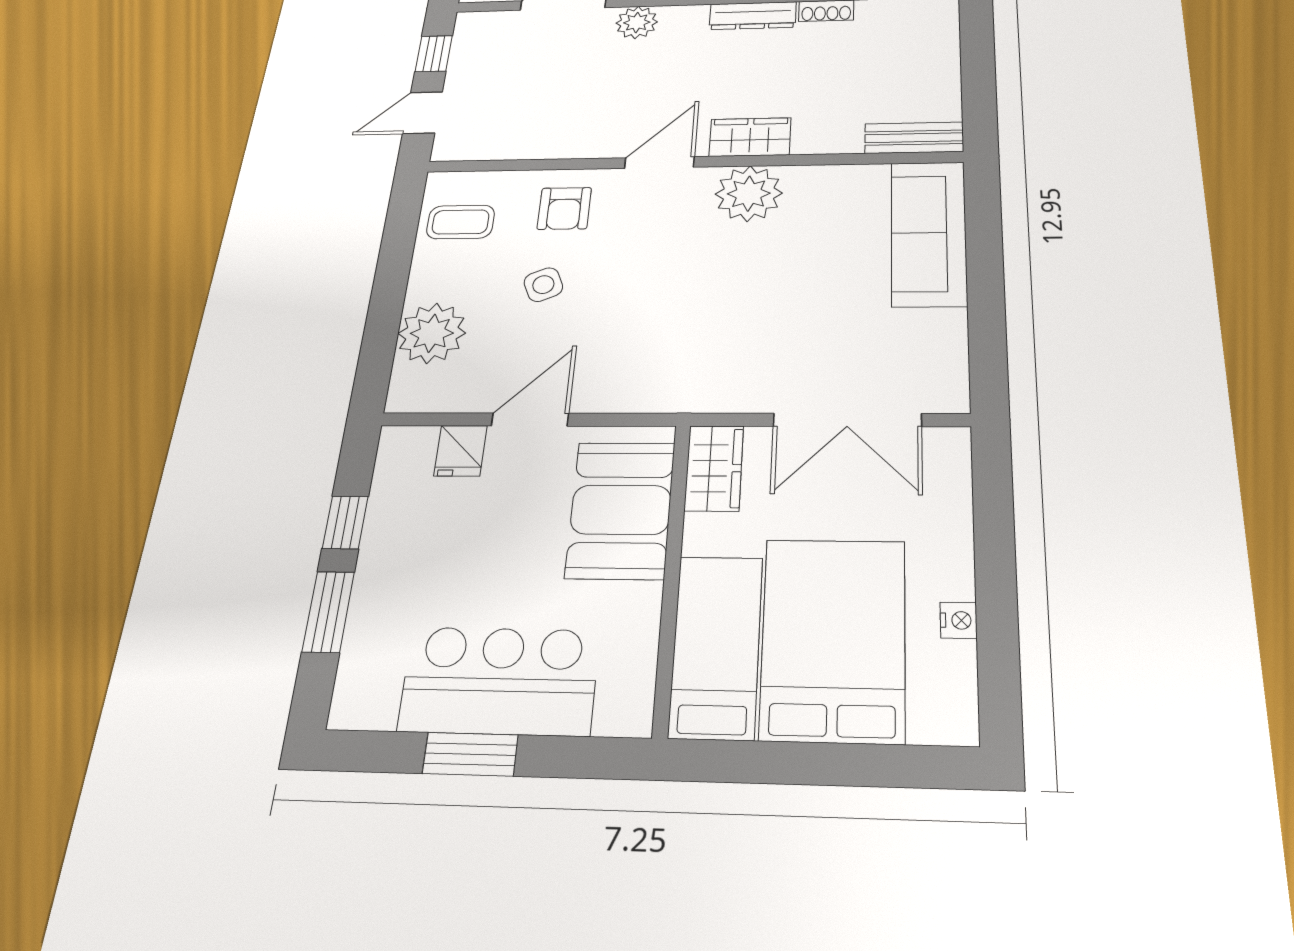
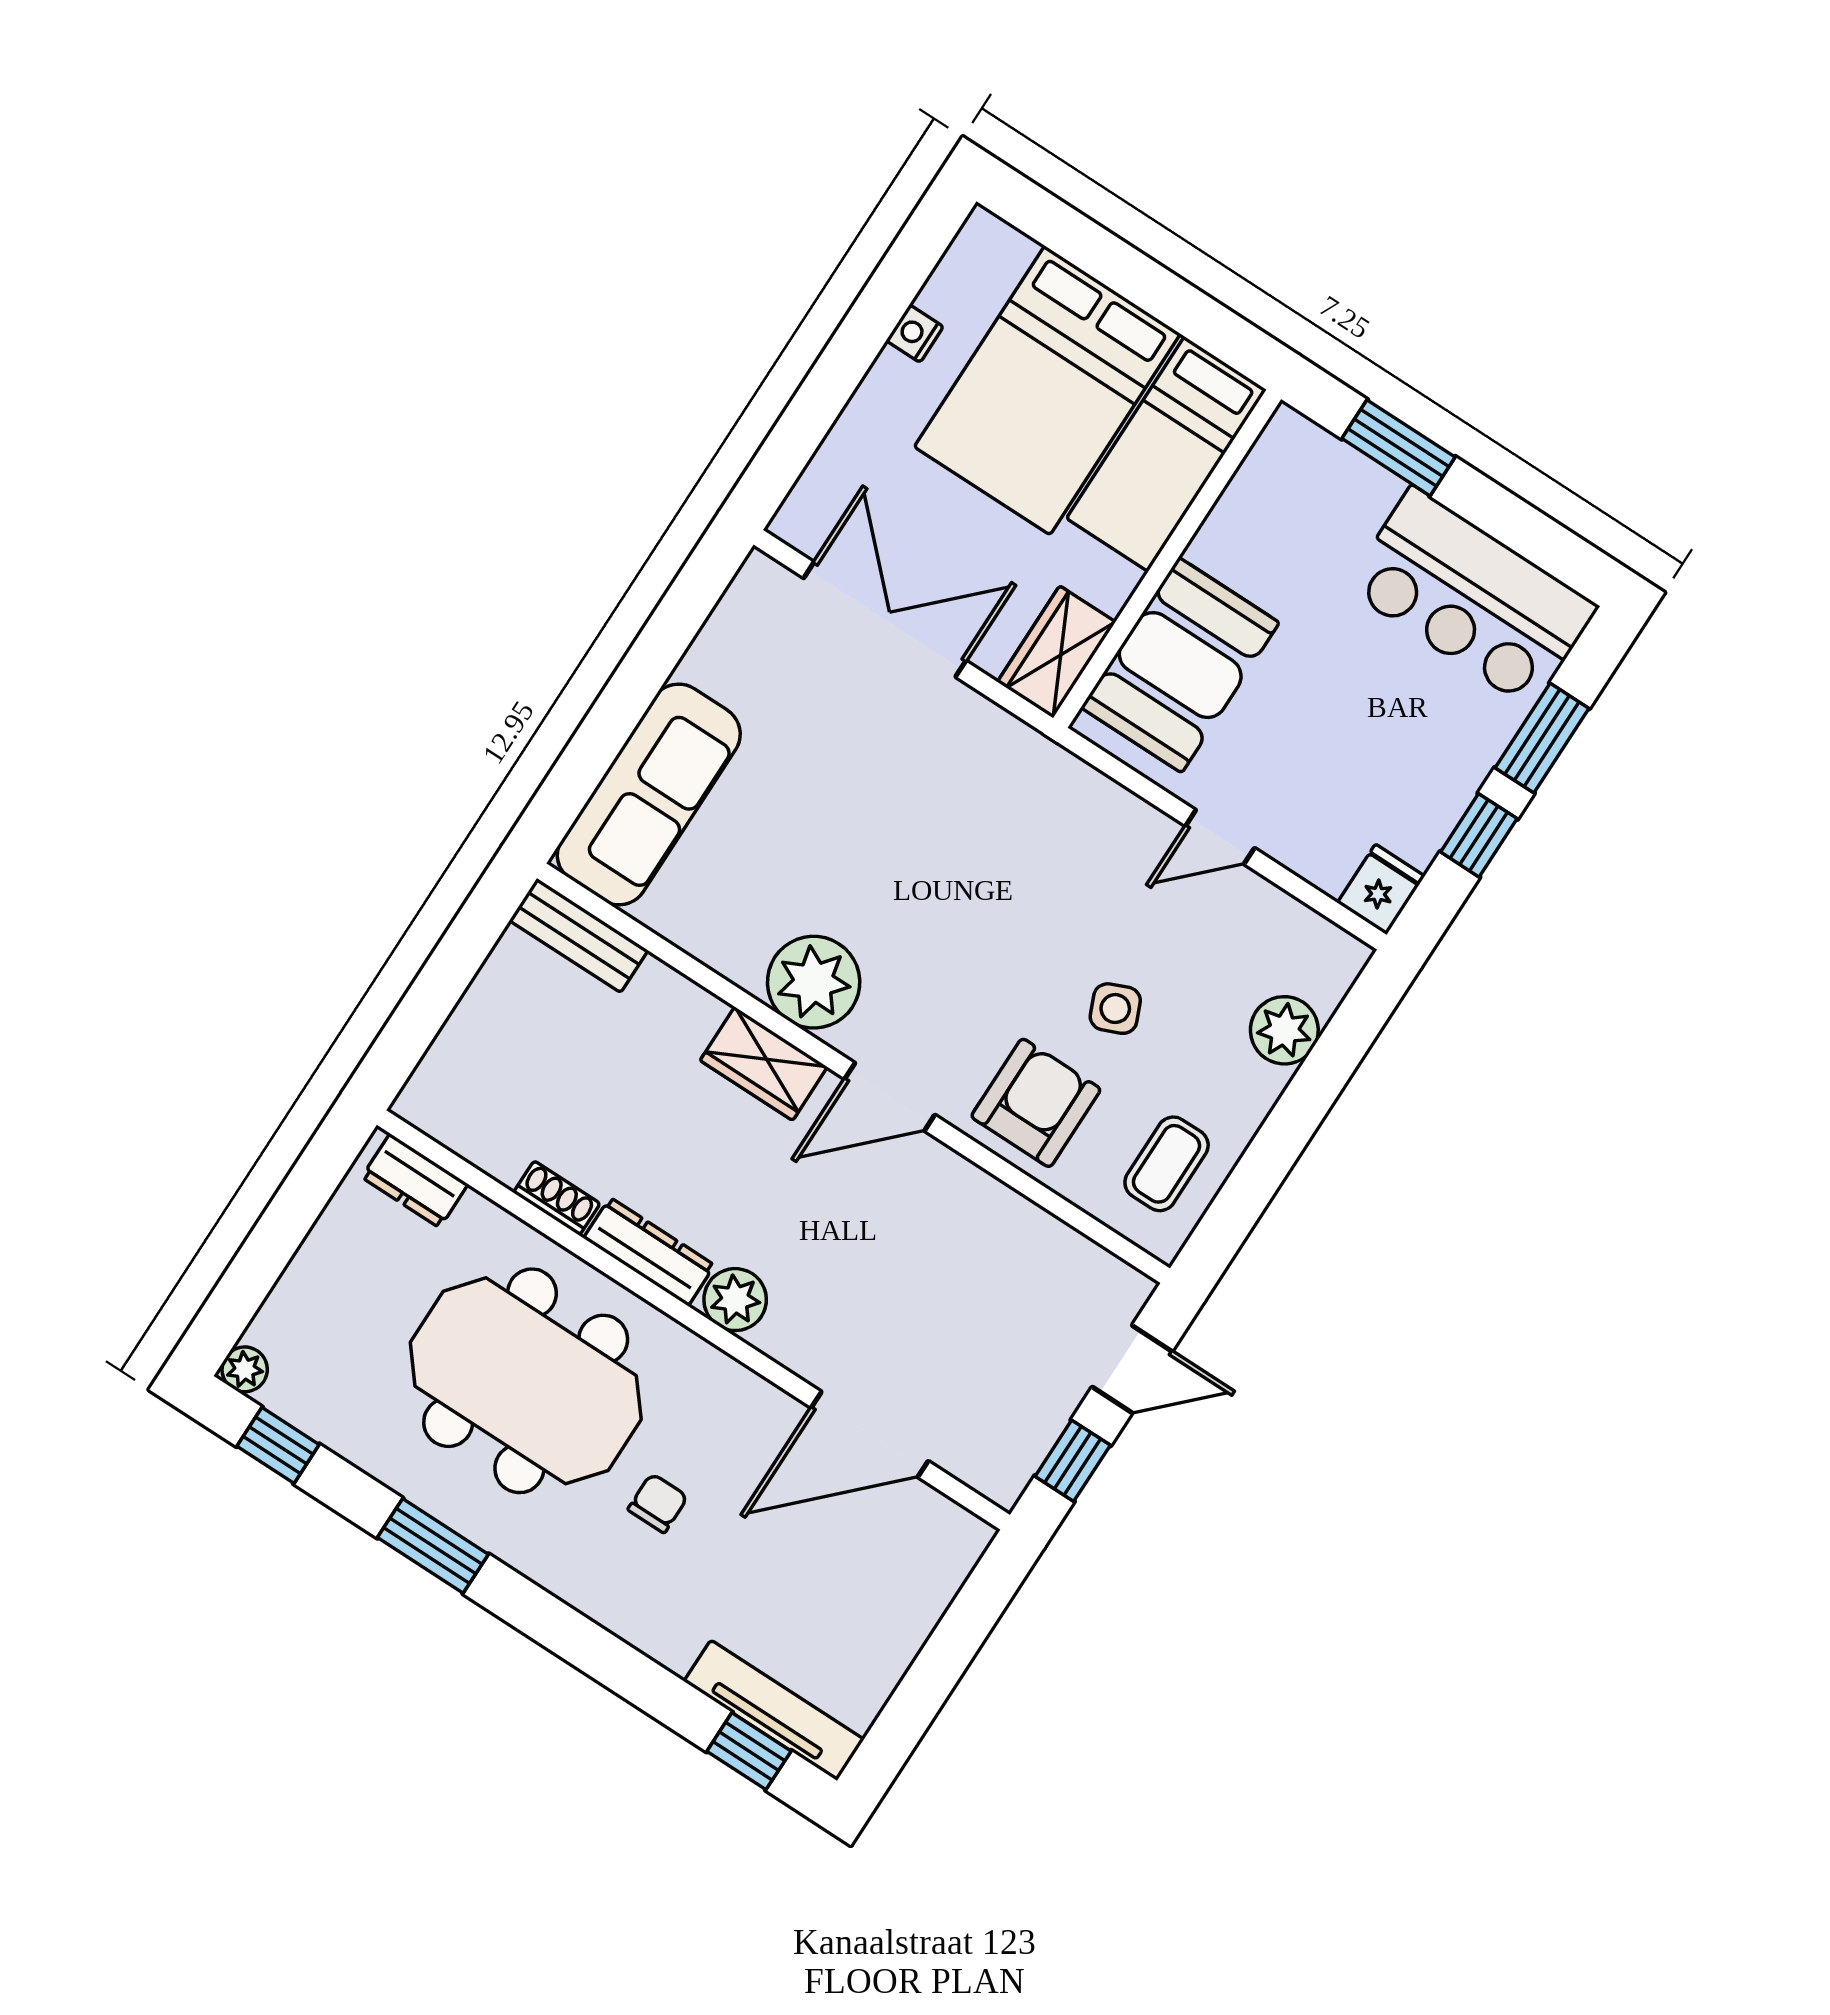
plant: (637, 23) -> (735, 1300), moved
armchair: (564, 208) -> (1036, 1103), width x1.38, depth x1.38
coffee table: (460, 222) -> (1167, 1164), turned 90
plant: (432, 333) -> (1284, 1030), width x0.73, depth x0.73
door: (530, 420) -> (1220, 837), width x0.73
fridge: (461, 451) -> (1381, 889), moved
bar counter: (499, 681) -> (1472, 597), moved
window: (470, 754) -> (1398, 448), moved

